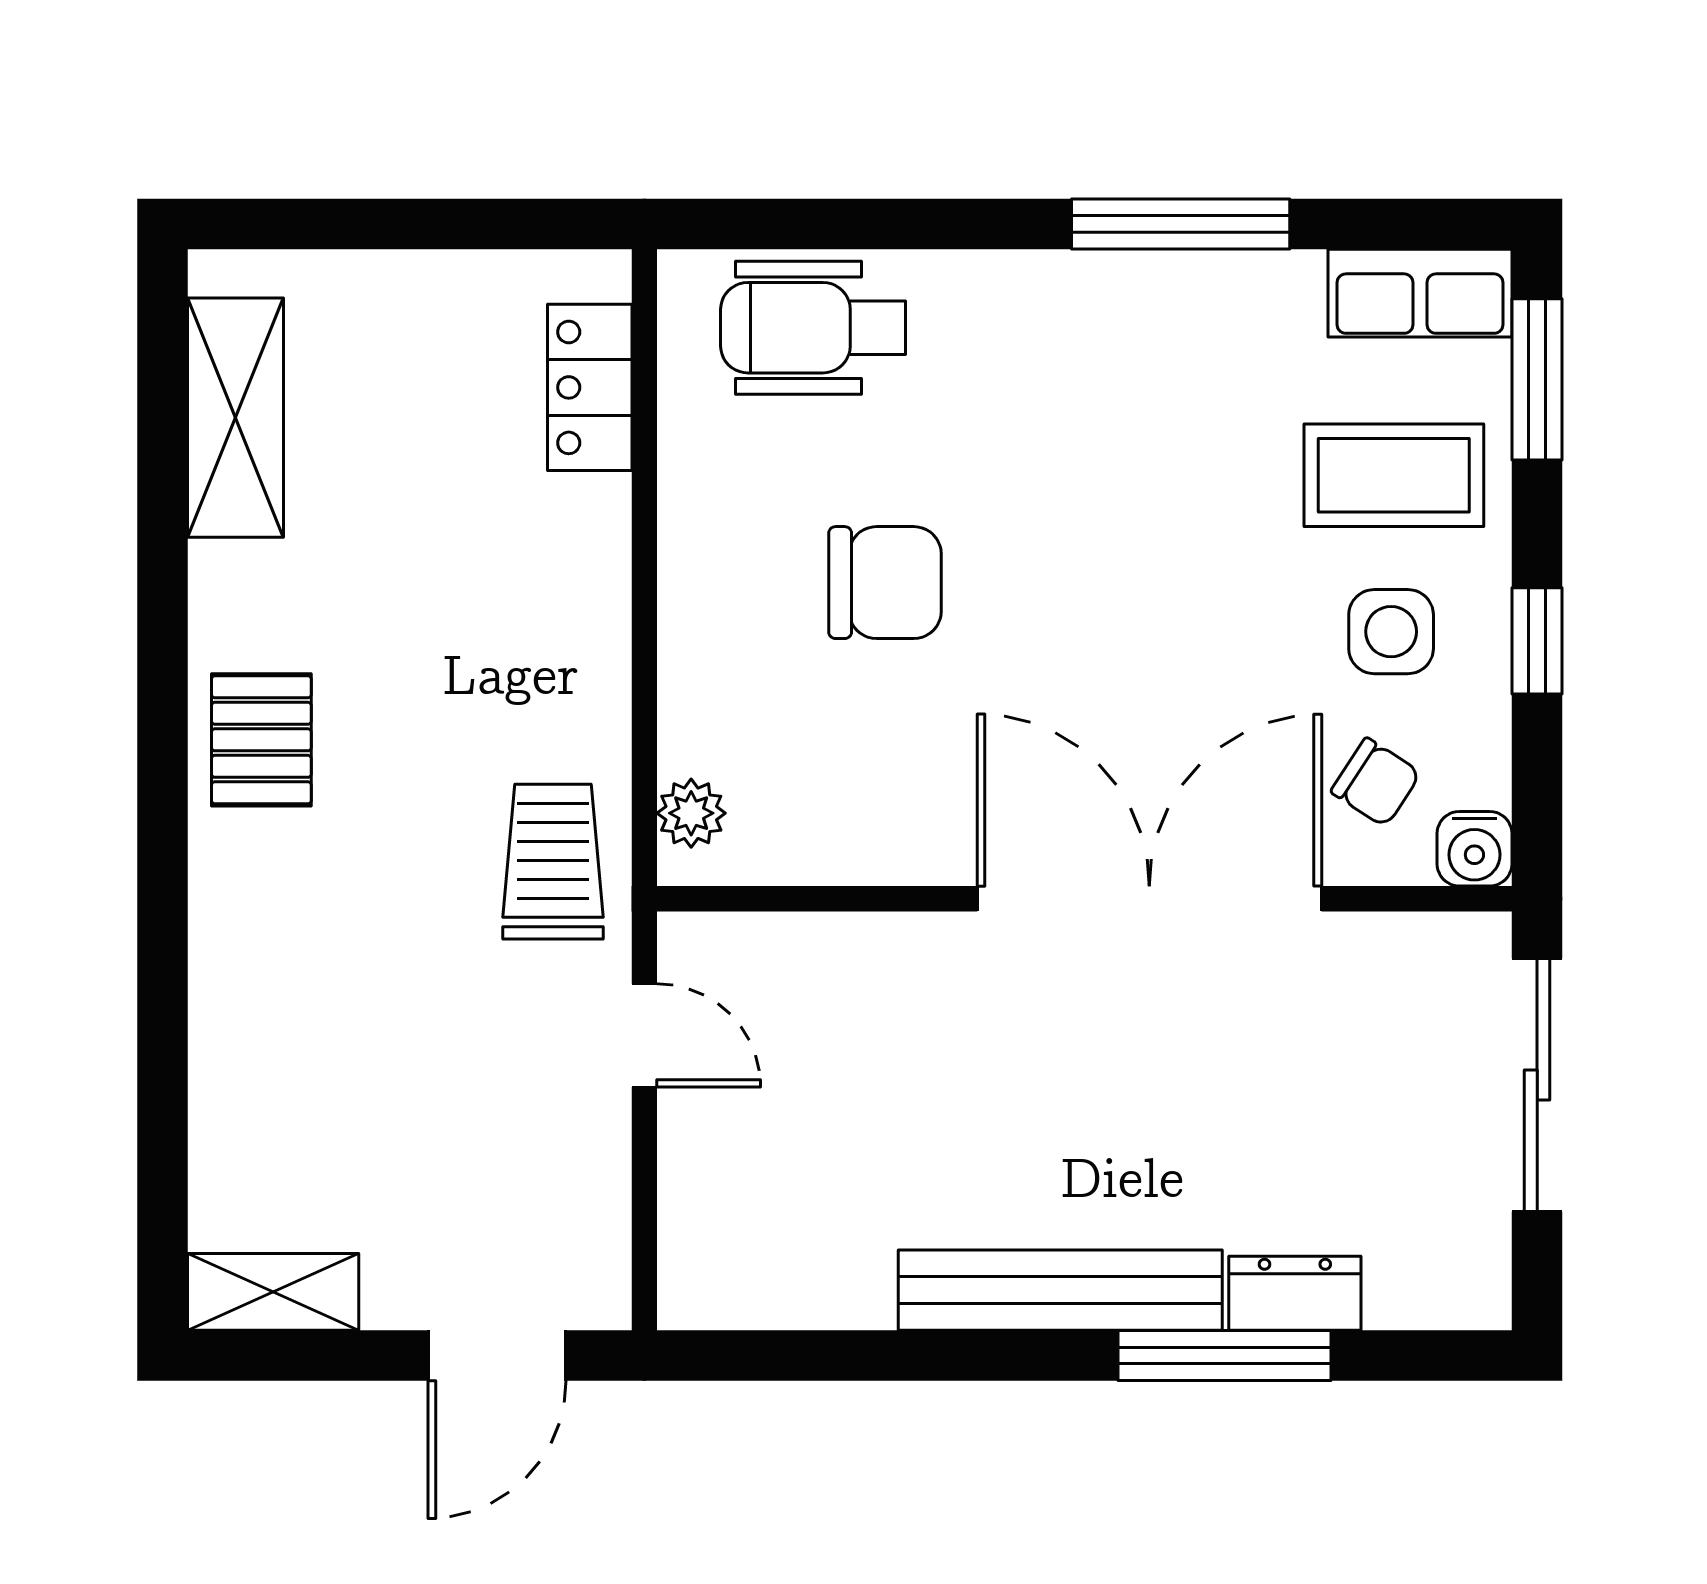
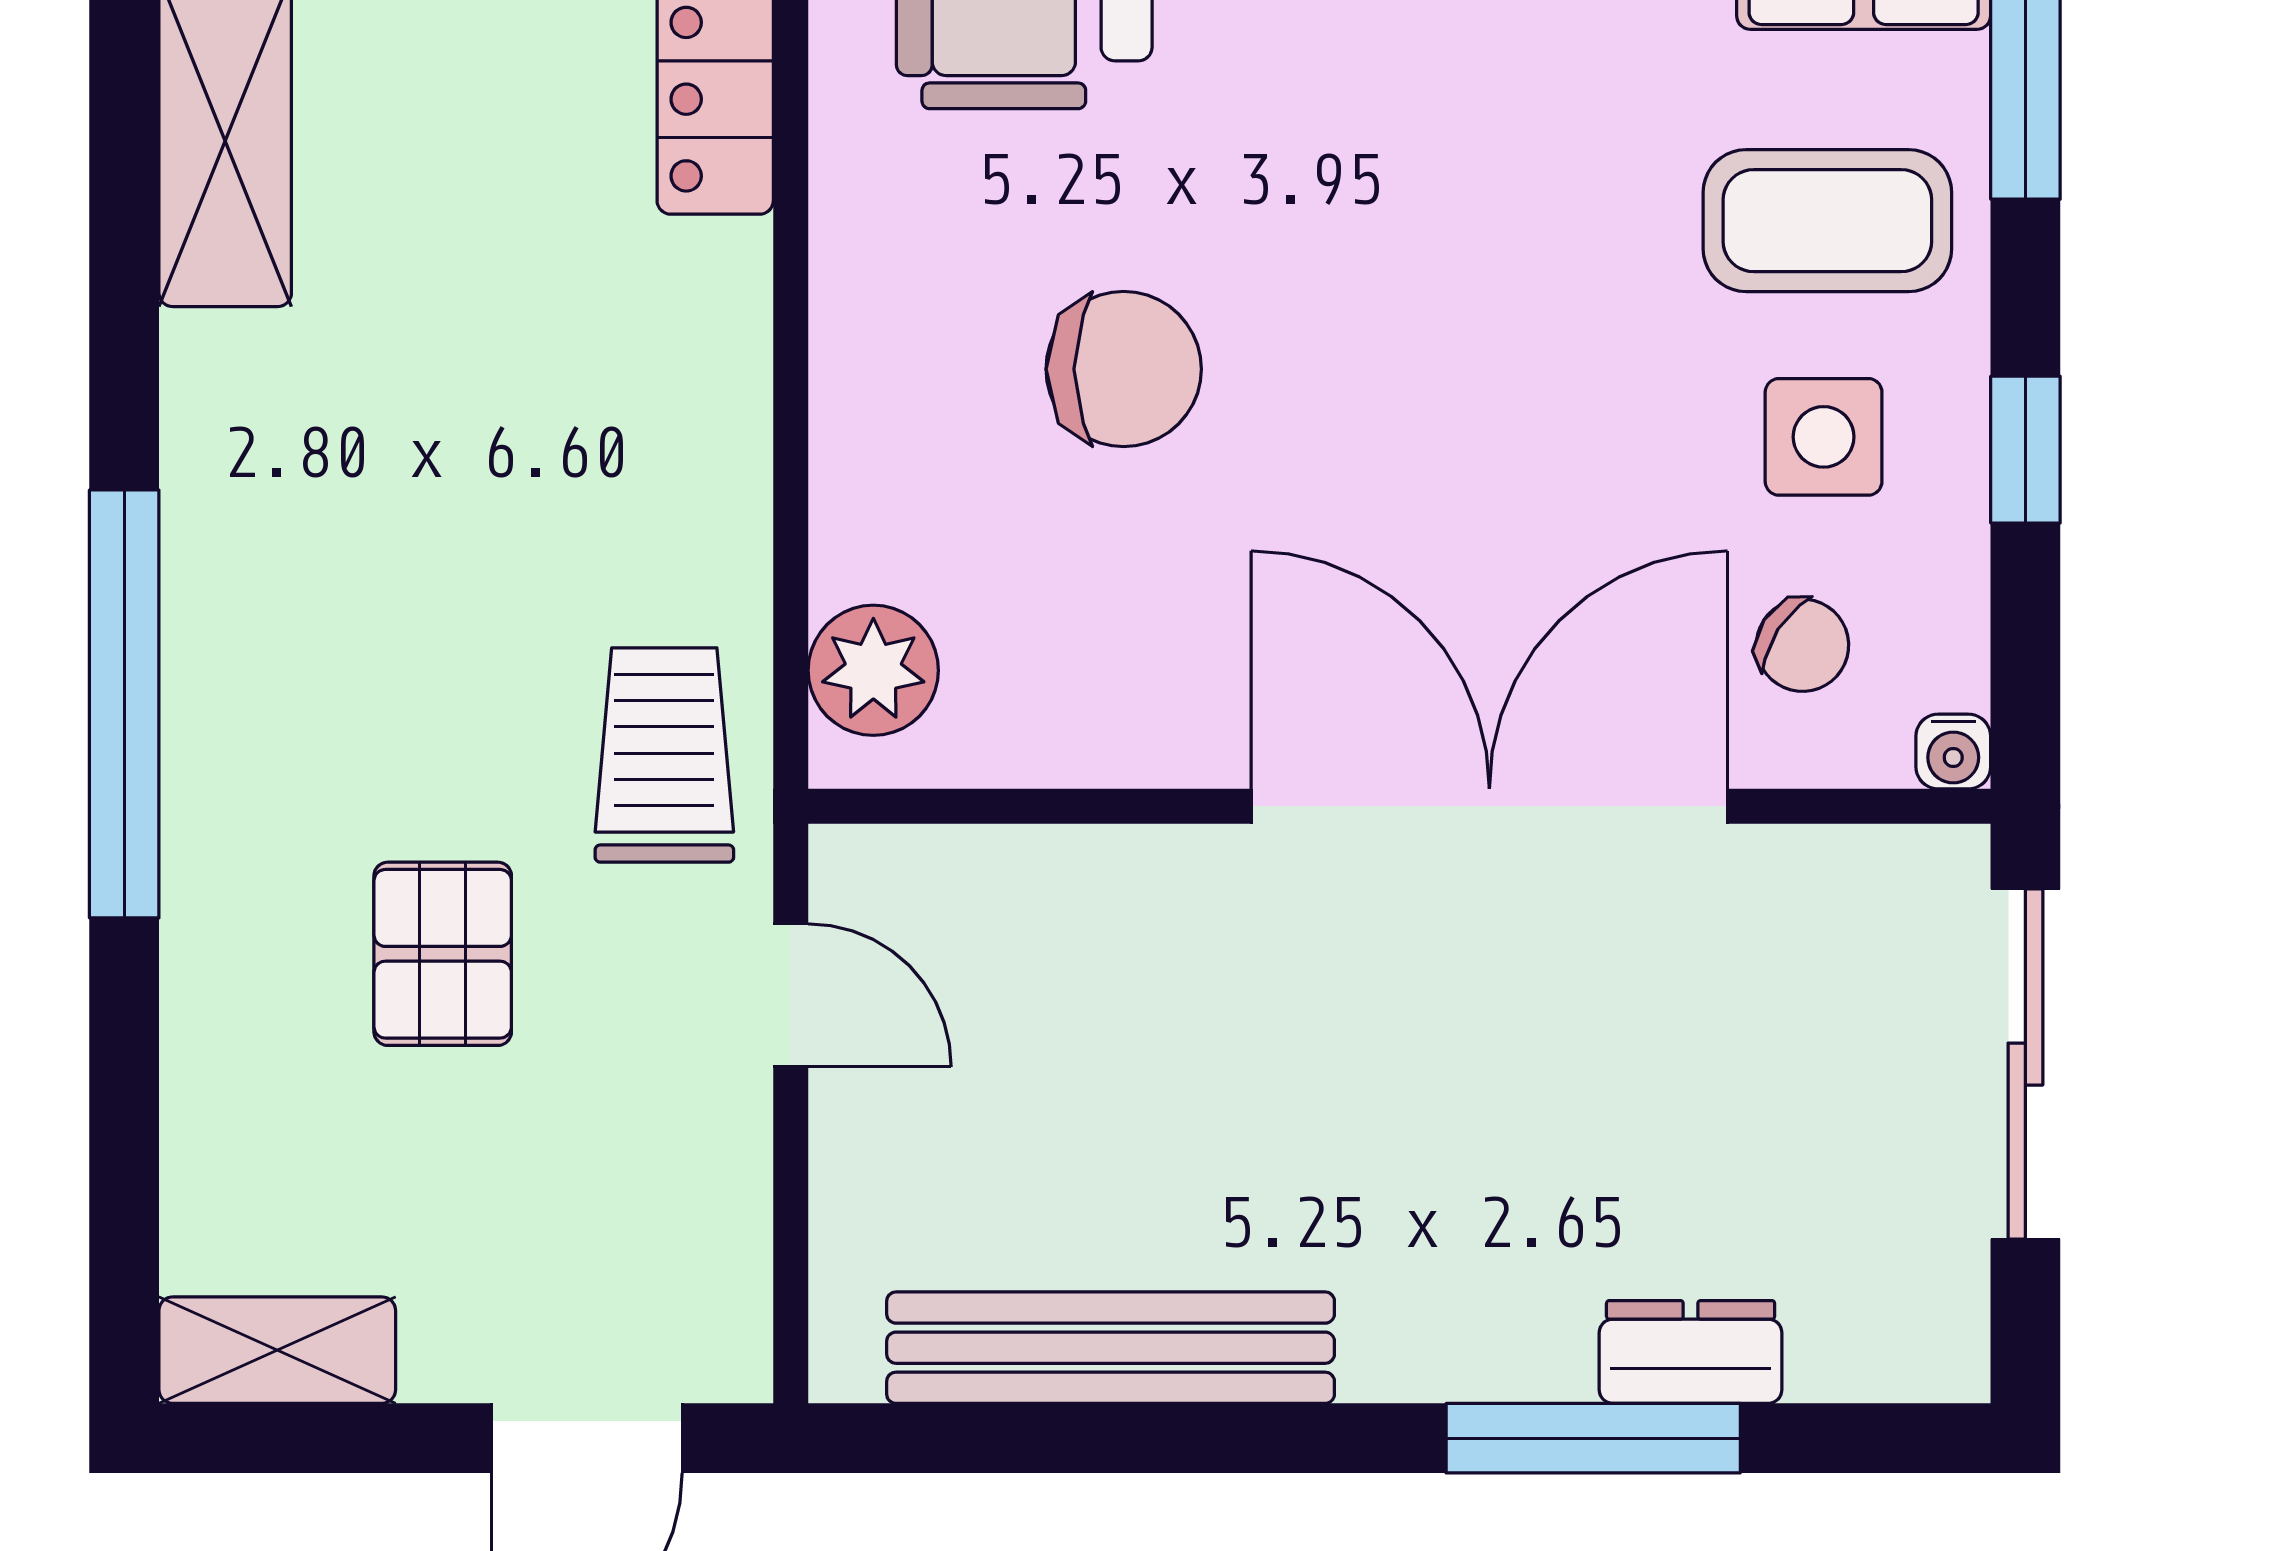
pallet: (261, 740) -> (443, 954), moved
plant: (691, 813) -> (873, 670), width x1.38, depth x1.38
window: (162, 825) -> (124, 704), added
water cooler: (1474, 849) -> (1953, 752), width x0.72, depth x0.72
bench: (1060, 1290) -> (1111, 1348), moved

